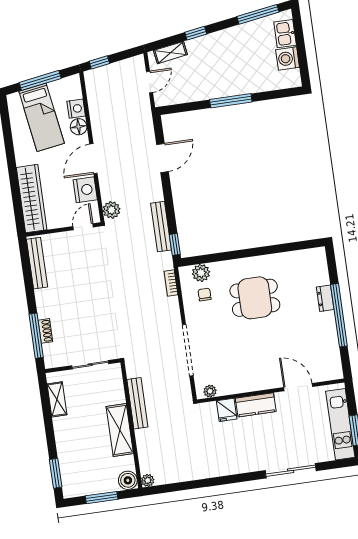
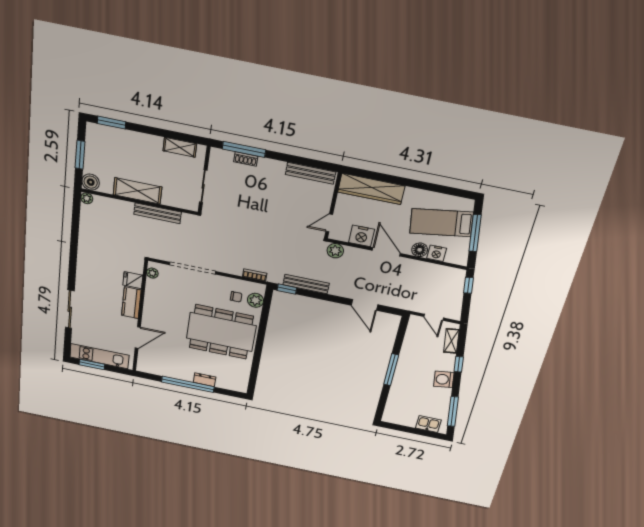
washing machine: (288, 58) -> (444, 379), moved, turned -99
door: (83, 227) -> (329, 223), swing flipped
dining table: (255, 298) -> (221, 332), width x1.88, depth x1.24

